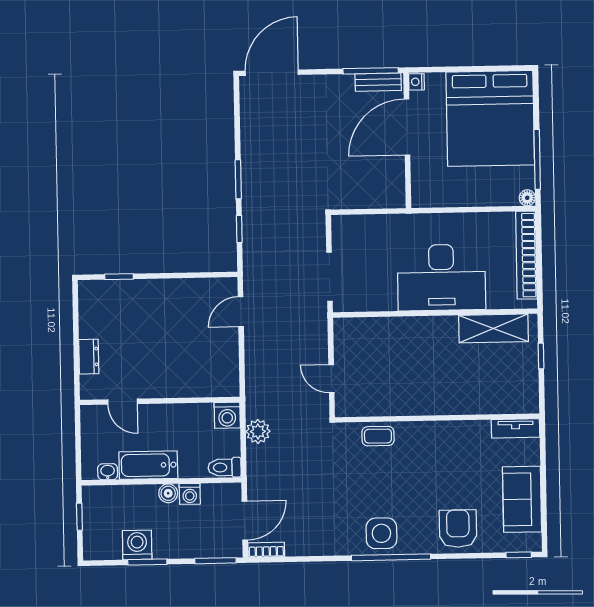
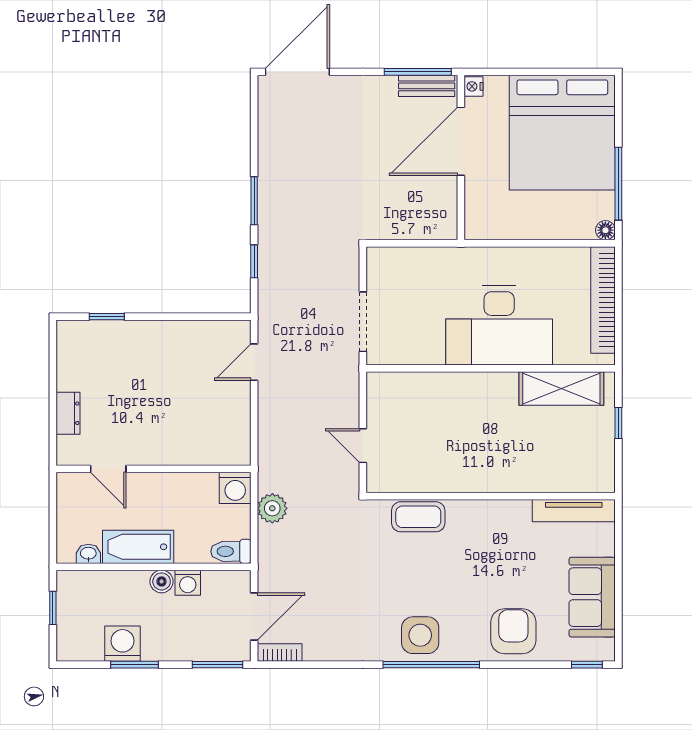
tv unit: (516, 428) -> (574, 511), width x1.41
coffee table: (378, 436) -> (418, 517), width x1.36, depth x1.30

